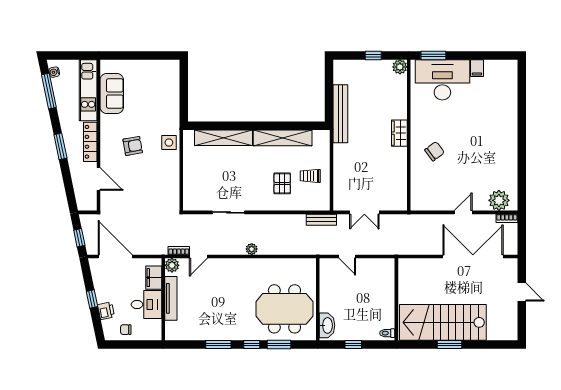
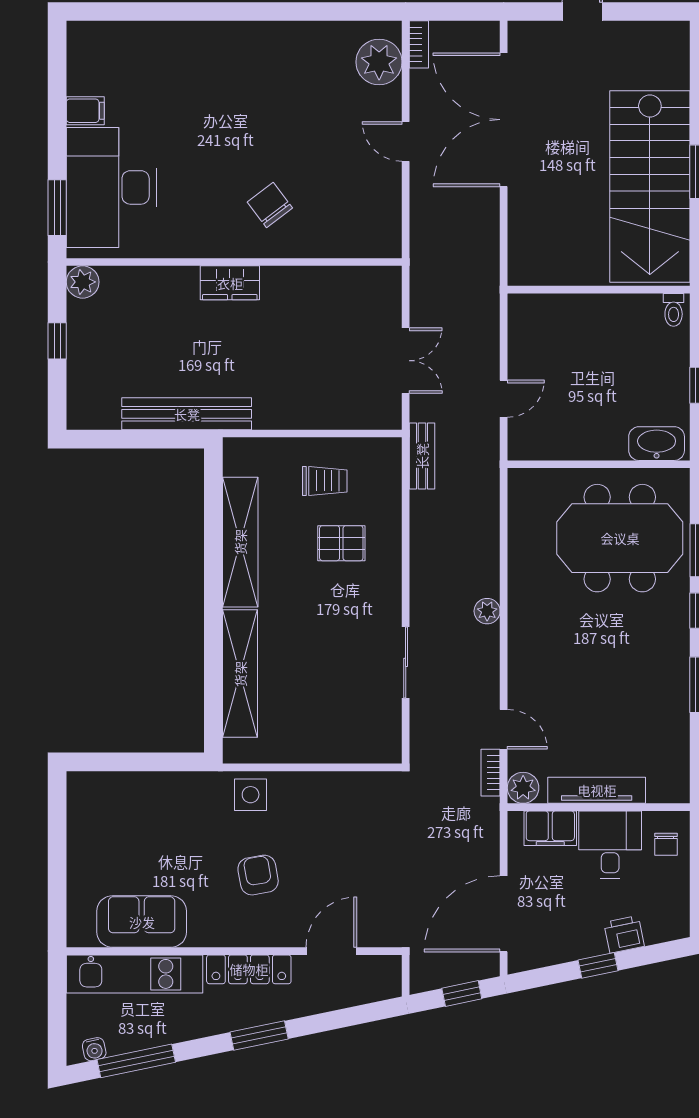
trolley: (310, 176) -> (325, 481), turned -90
meeting table: (284, 309) -> (620, 538), turned 90
chair: (126, 330) -> (666, 844), moved

